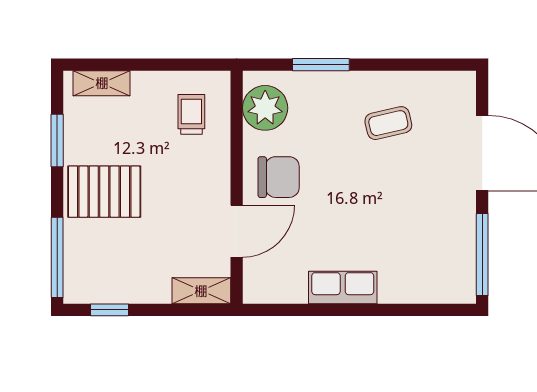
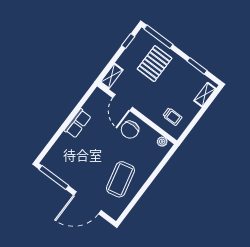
window: (321, 65) -> (157, 172), removed
plant: (265, 108) -> (162, 142), width x0.53, depth x0.53
coffee table: (388, 123) -> (120, 179), width x1.86, depth x1.72
pallet: (104, 192) -> (155, 64), moved

